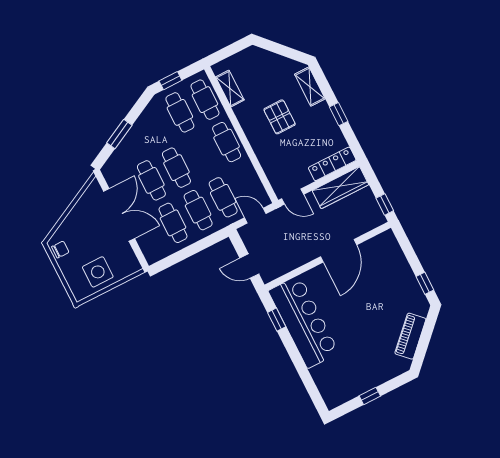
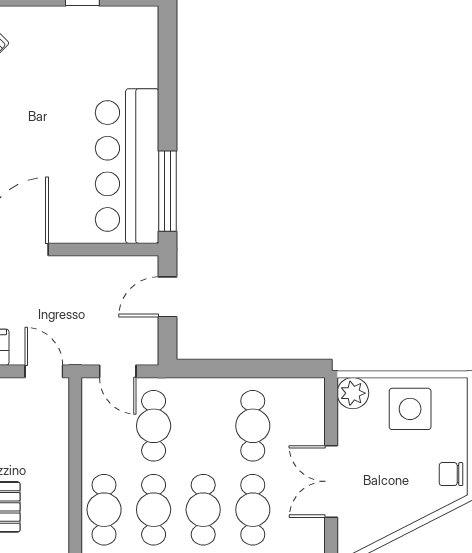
cafe table: (198, 210) -> (154, 510), moved
double door: (119, 215) -> (331, 481), width x0.73
plant: (131, 265) -> (353, 393), added
door: (249, 266) -> (167, 297), swing flipped
window: (277, 320) -> (167, 191), width x2.17

